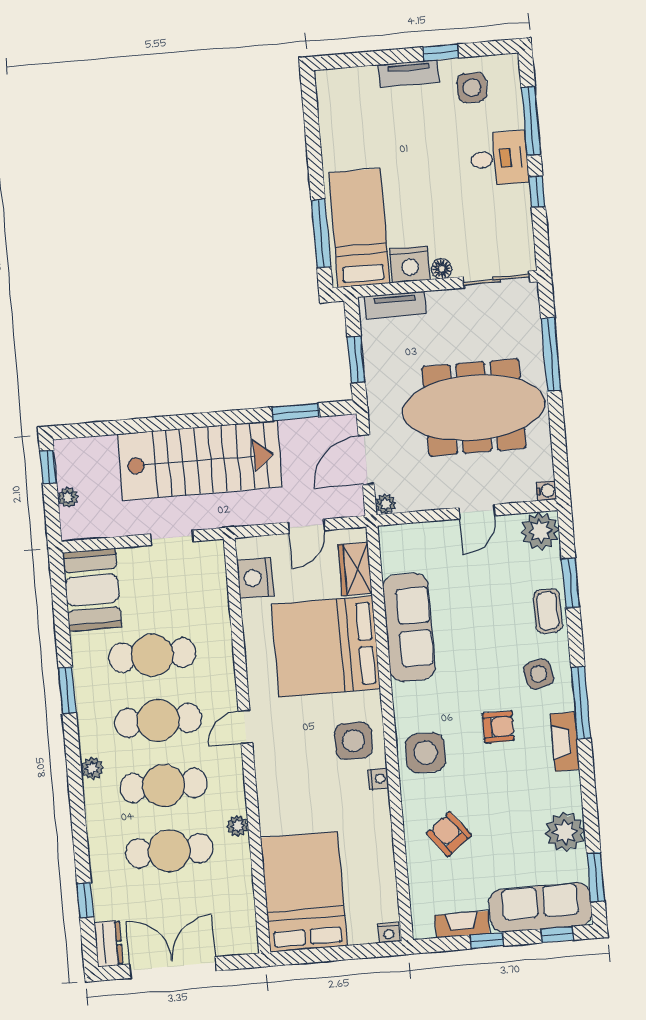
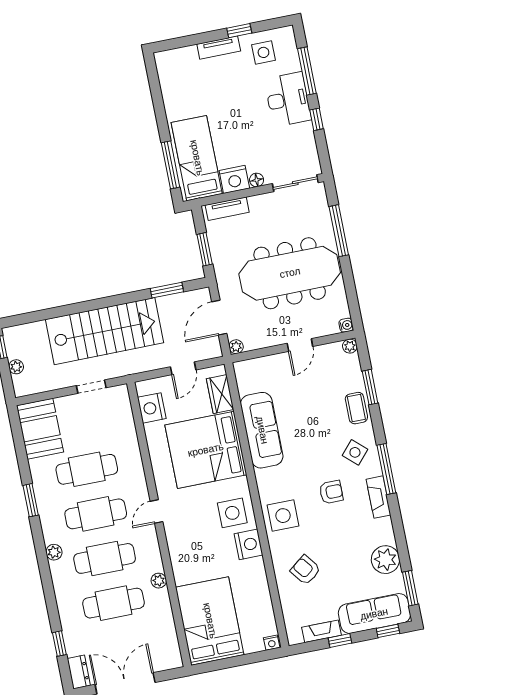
desk: (499, 159) -> (288, 99), width x1.37
plant: (540, 531) -> (350, 346), width x0.53, depth x0.53
side table: (539, 674) -> (355, 452), turned -36
nightstand: (378, 779) -> (248, 544), width x1.89, depth x1.79

